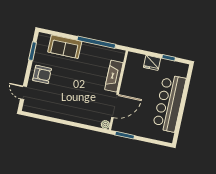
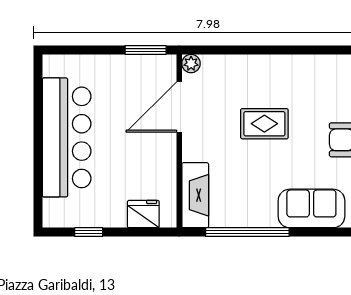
fridge: (152, 63) -> (143, 214), moved
fireplace: (114, 76) -> (195, 195), moved
rug: (78, 90) -> (264, 124), added

